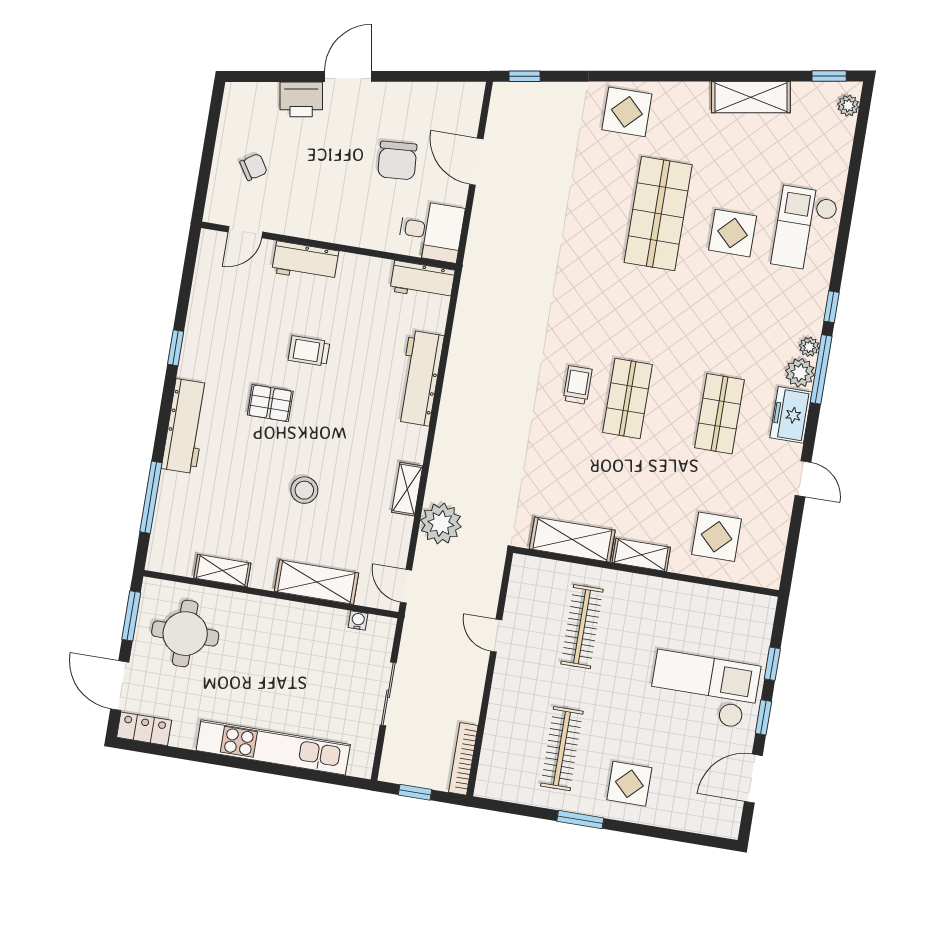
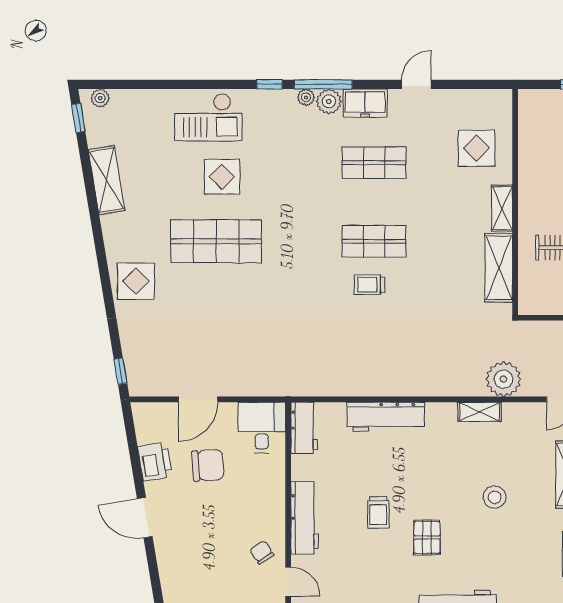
printer: (301, 99) -> (155, 462), moved
chair: (254, 167) -> (262, 552), moved
workbench: (305, 262) -> (305, 518), width x1.38

